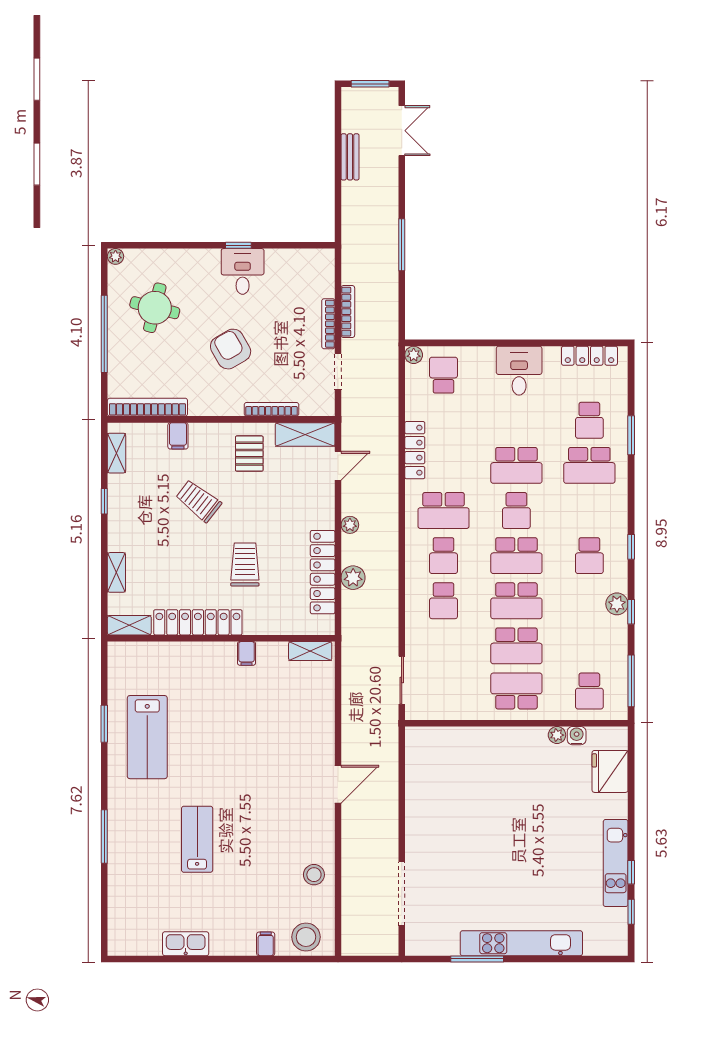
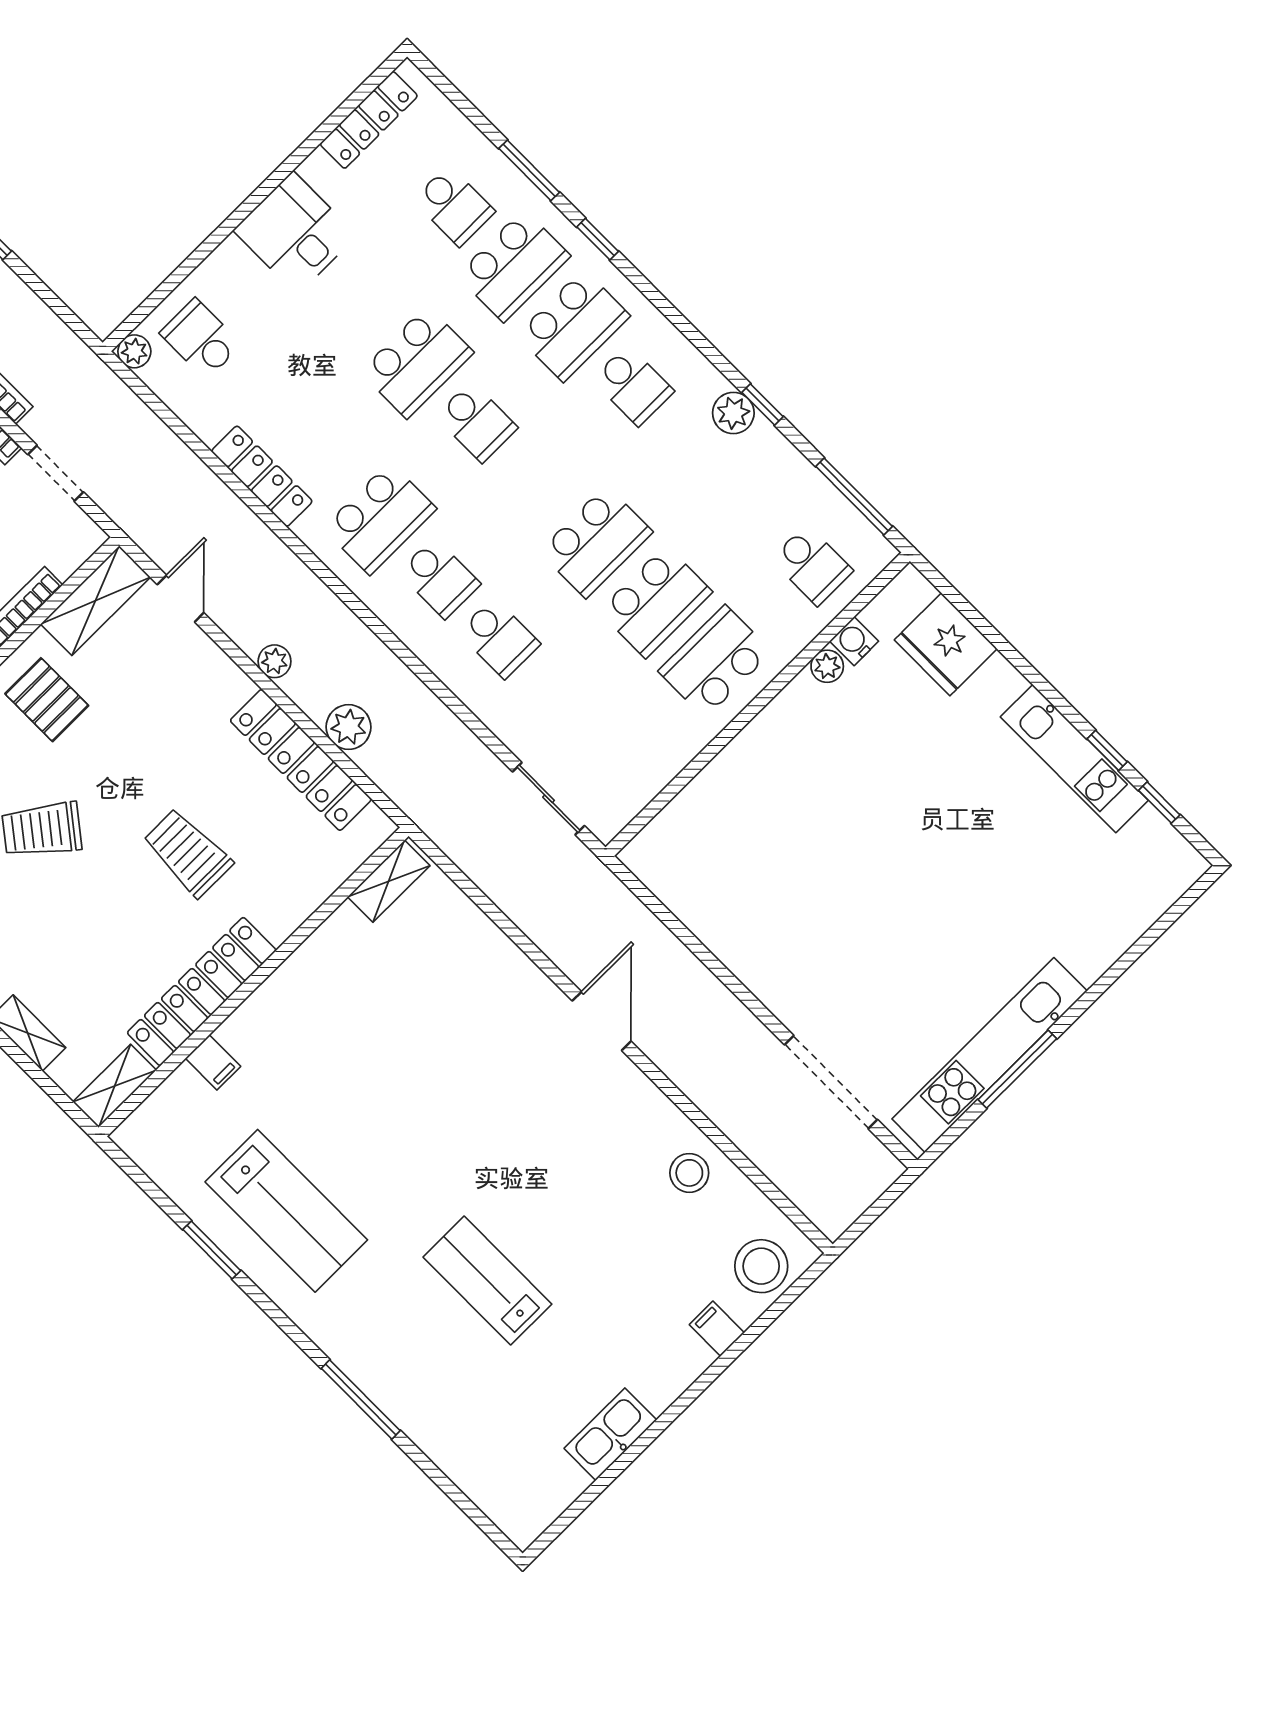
window: (631, 547) -> (598, 239), moved
school desk: (516, 556) -> (573, 326), moved
filing cabinet: (246, 653) -> (213, 1062), moved
kitchen unit: (521, 943) -> (990, 1055), moved

